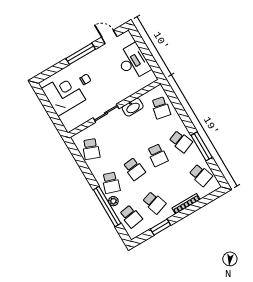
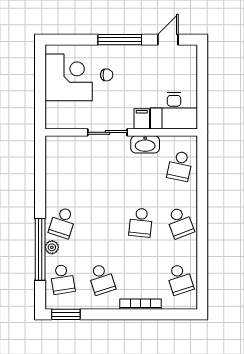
door: (109, 37) -> (168, 40), hinge flipped
desk: (133, 62) -> (174, 111), moved, turned 90
filing cabinet: (122, 93) -> (142, 119), added
window: (202, 146) -> (202, 244), removed
school desk: (91, 149) -> (62, 166), removed
school desk: (134, 169) -> (102, 223), removed
window: (161, 227) -> (66, 314), moved

